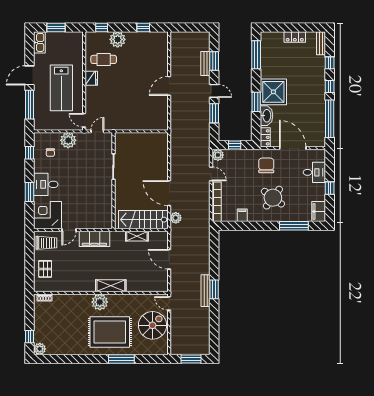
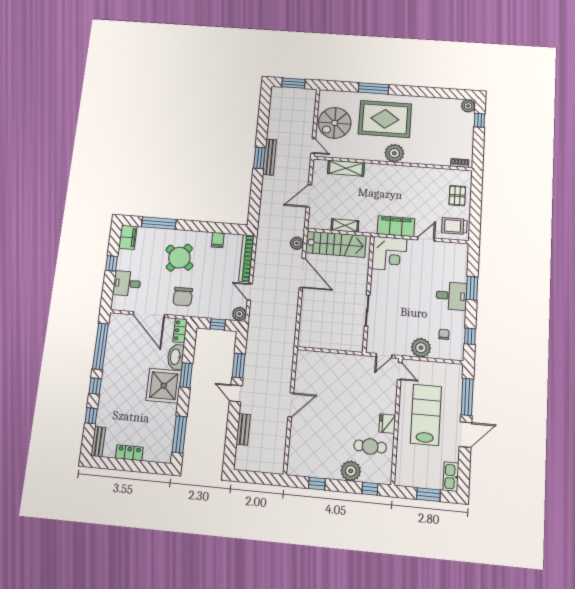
window: (214, 61) -> (232, 431), removed
corner desk: (48, 215) -> (389, 254), moved
door: (169, 259) -> (309, 196), swing flipped
shelving: (111, 286) -> (346, 168), moved

